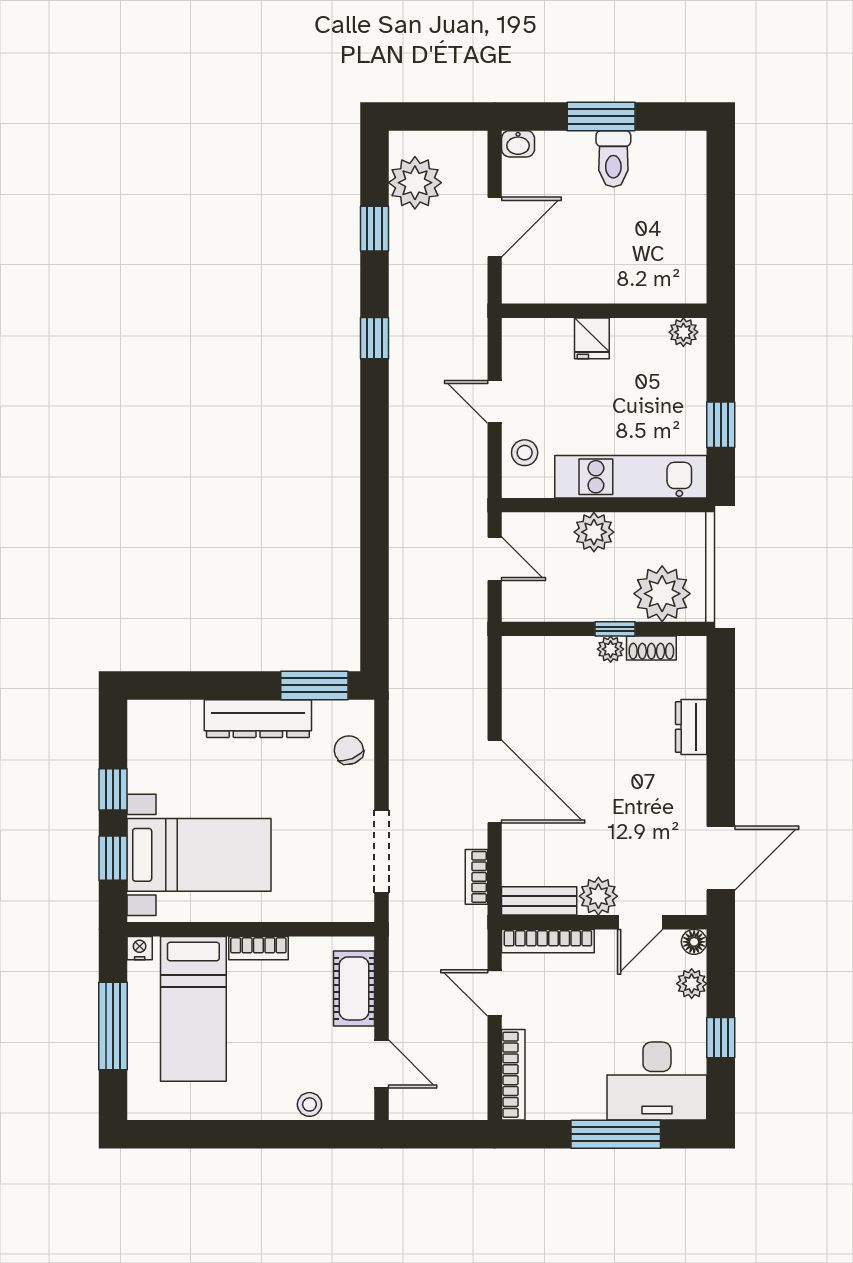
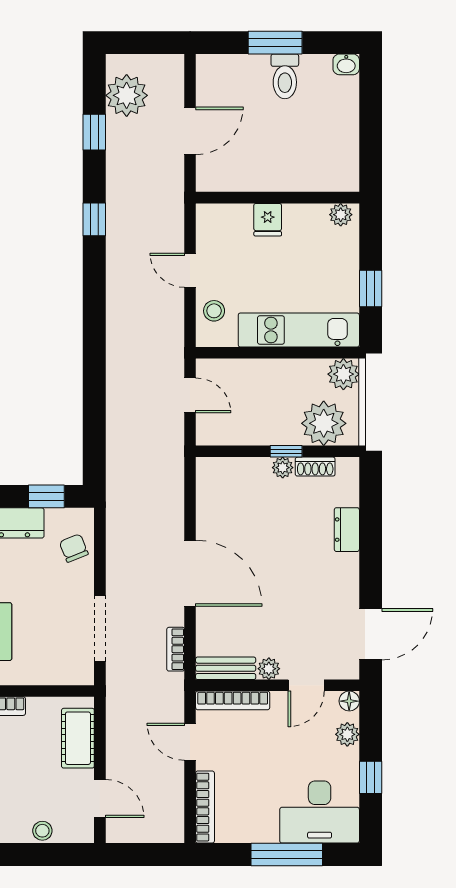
washbasin: (518, 144) -> (346, 64), moved
plant: (594, 532) -> (343, 374), moved
window: (314, 685) -> (46, 496), width x0.67
plant: (598, 896) -> (269, 669), width x0.73, depth x0.73

